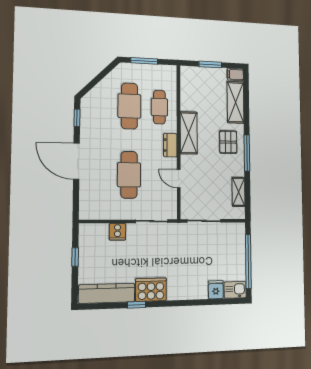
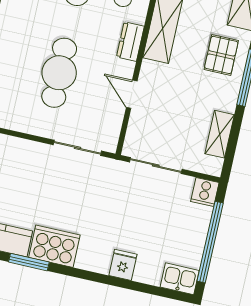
cooker: (118, 232) -> (205, 192), moved
fridge: (216, 290) -> (123, 265), moved
window: (137, 305) -> (29, 262), width x1.50

